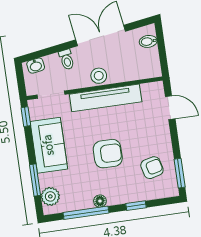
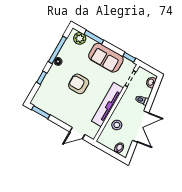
stool: (99, 76) -> (117, 125), moved
armchair: (108, 154) -> (79, 84), turned 90
armchair: (152, 168) -> (54, 101), removed

